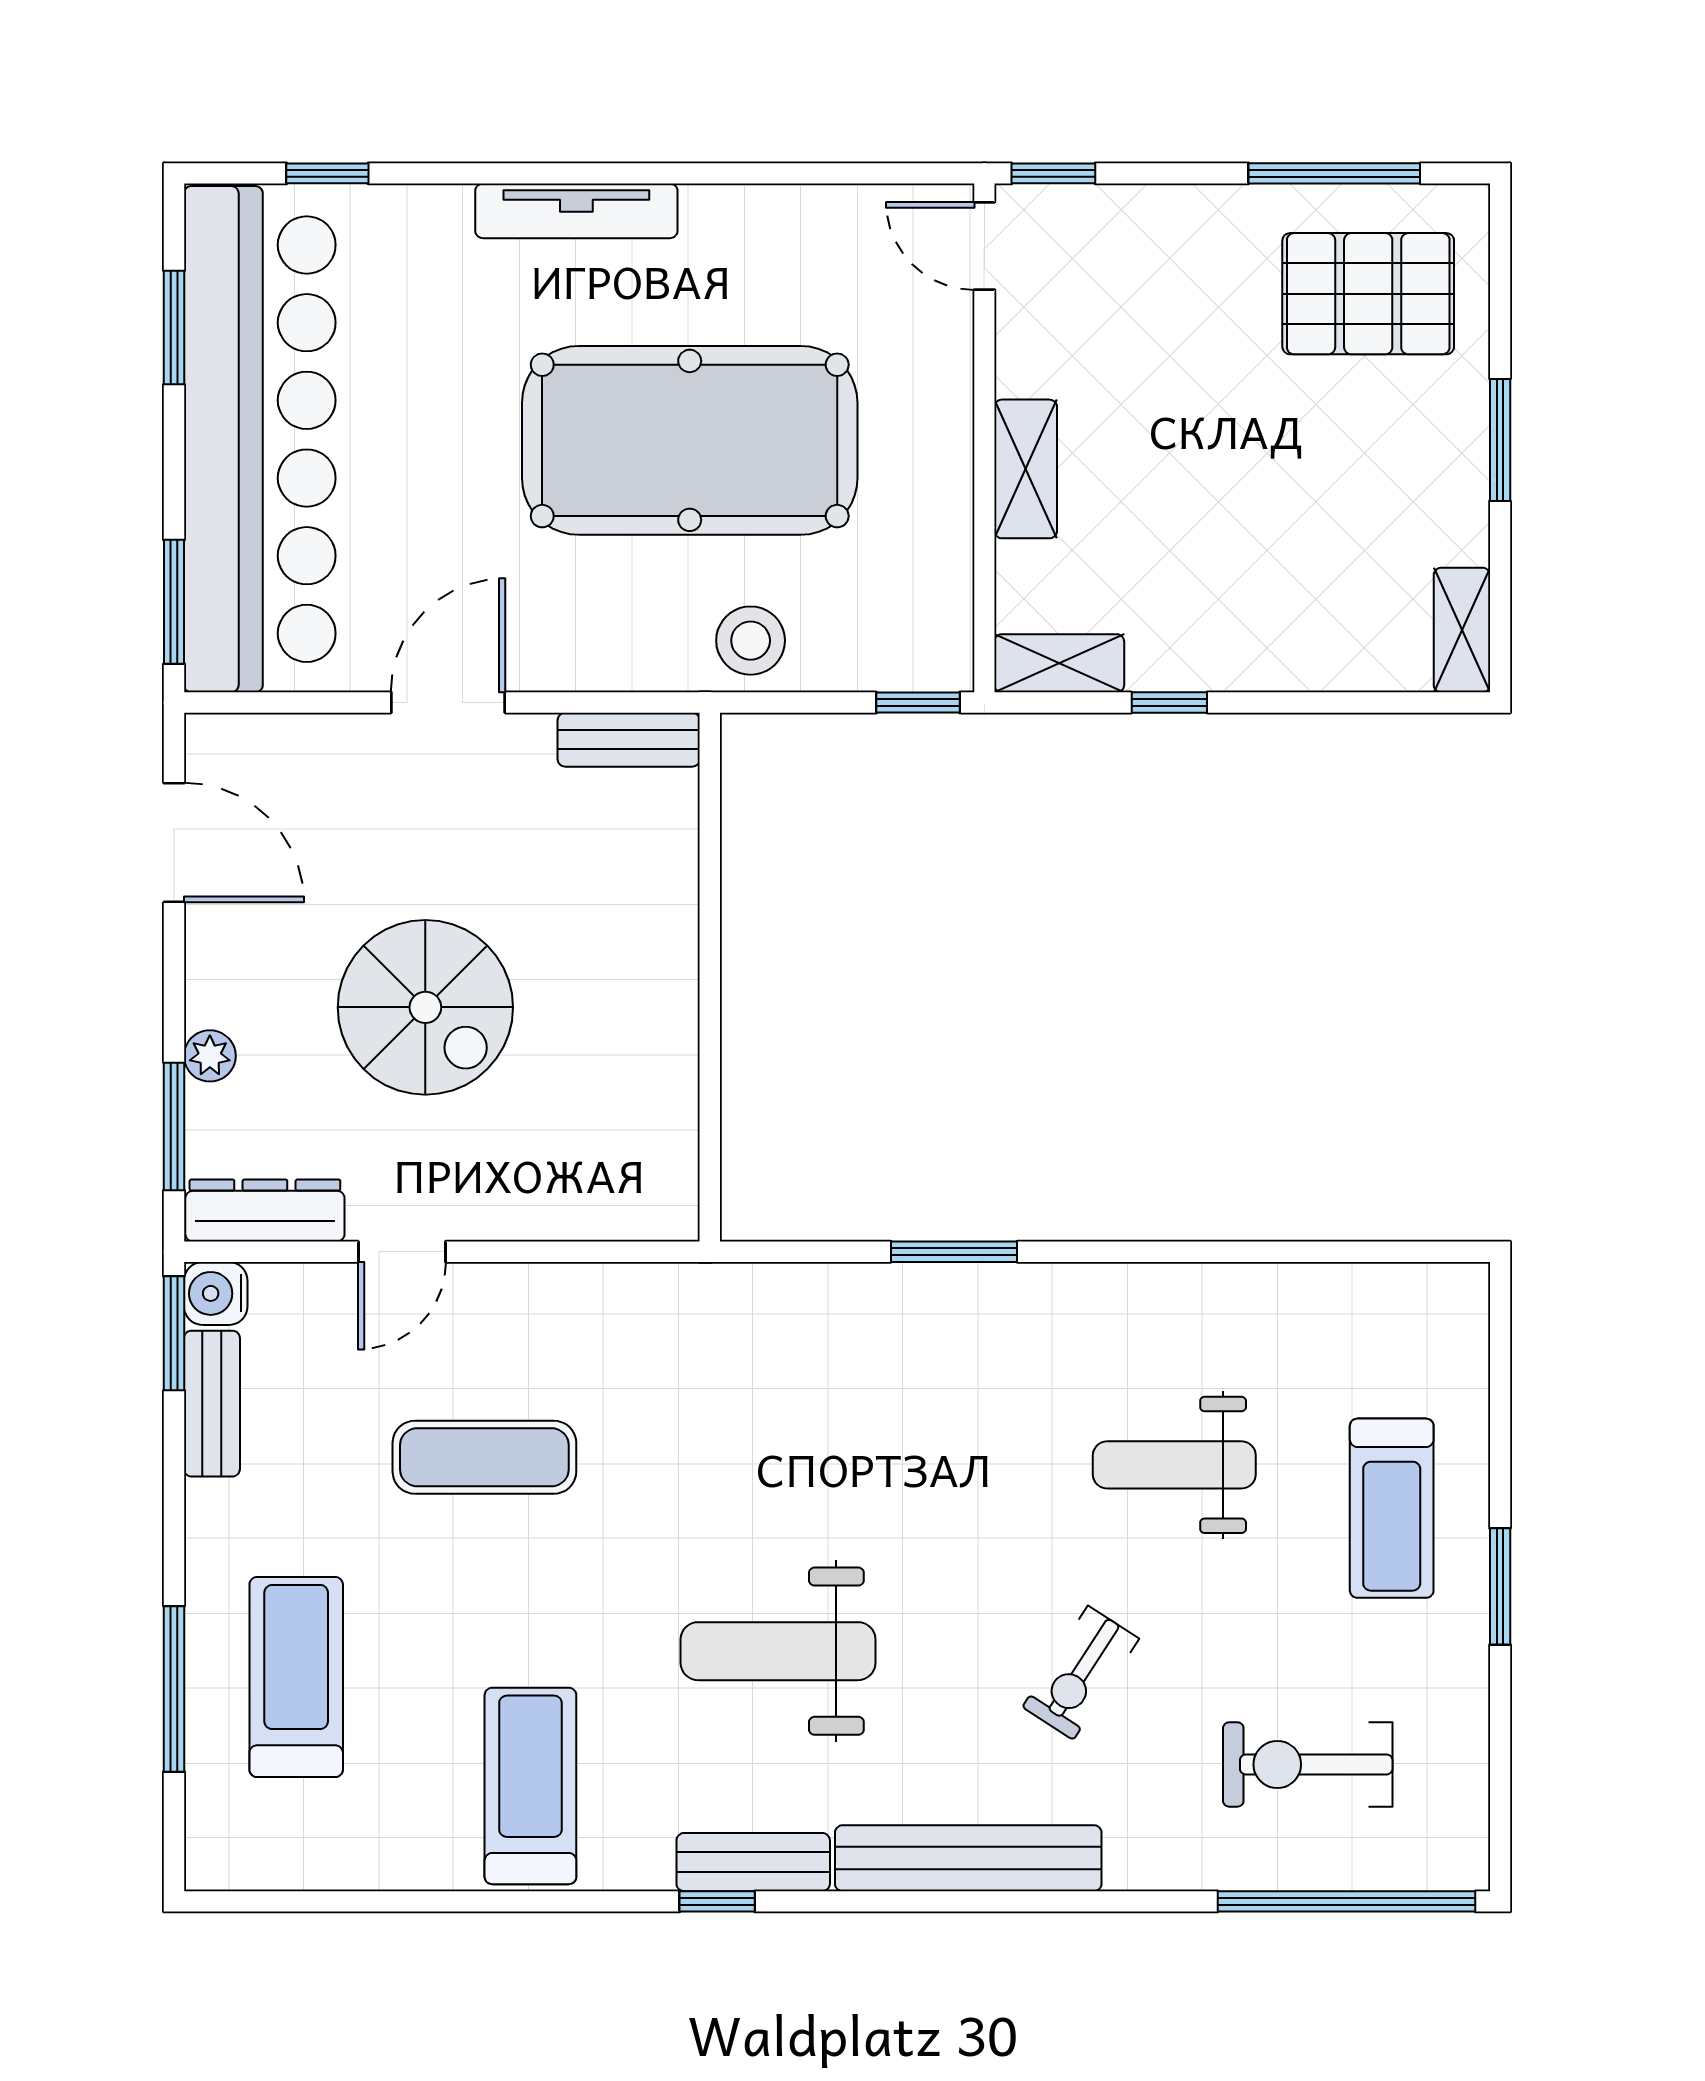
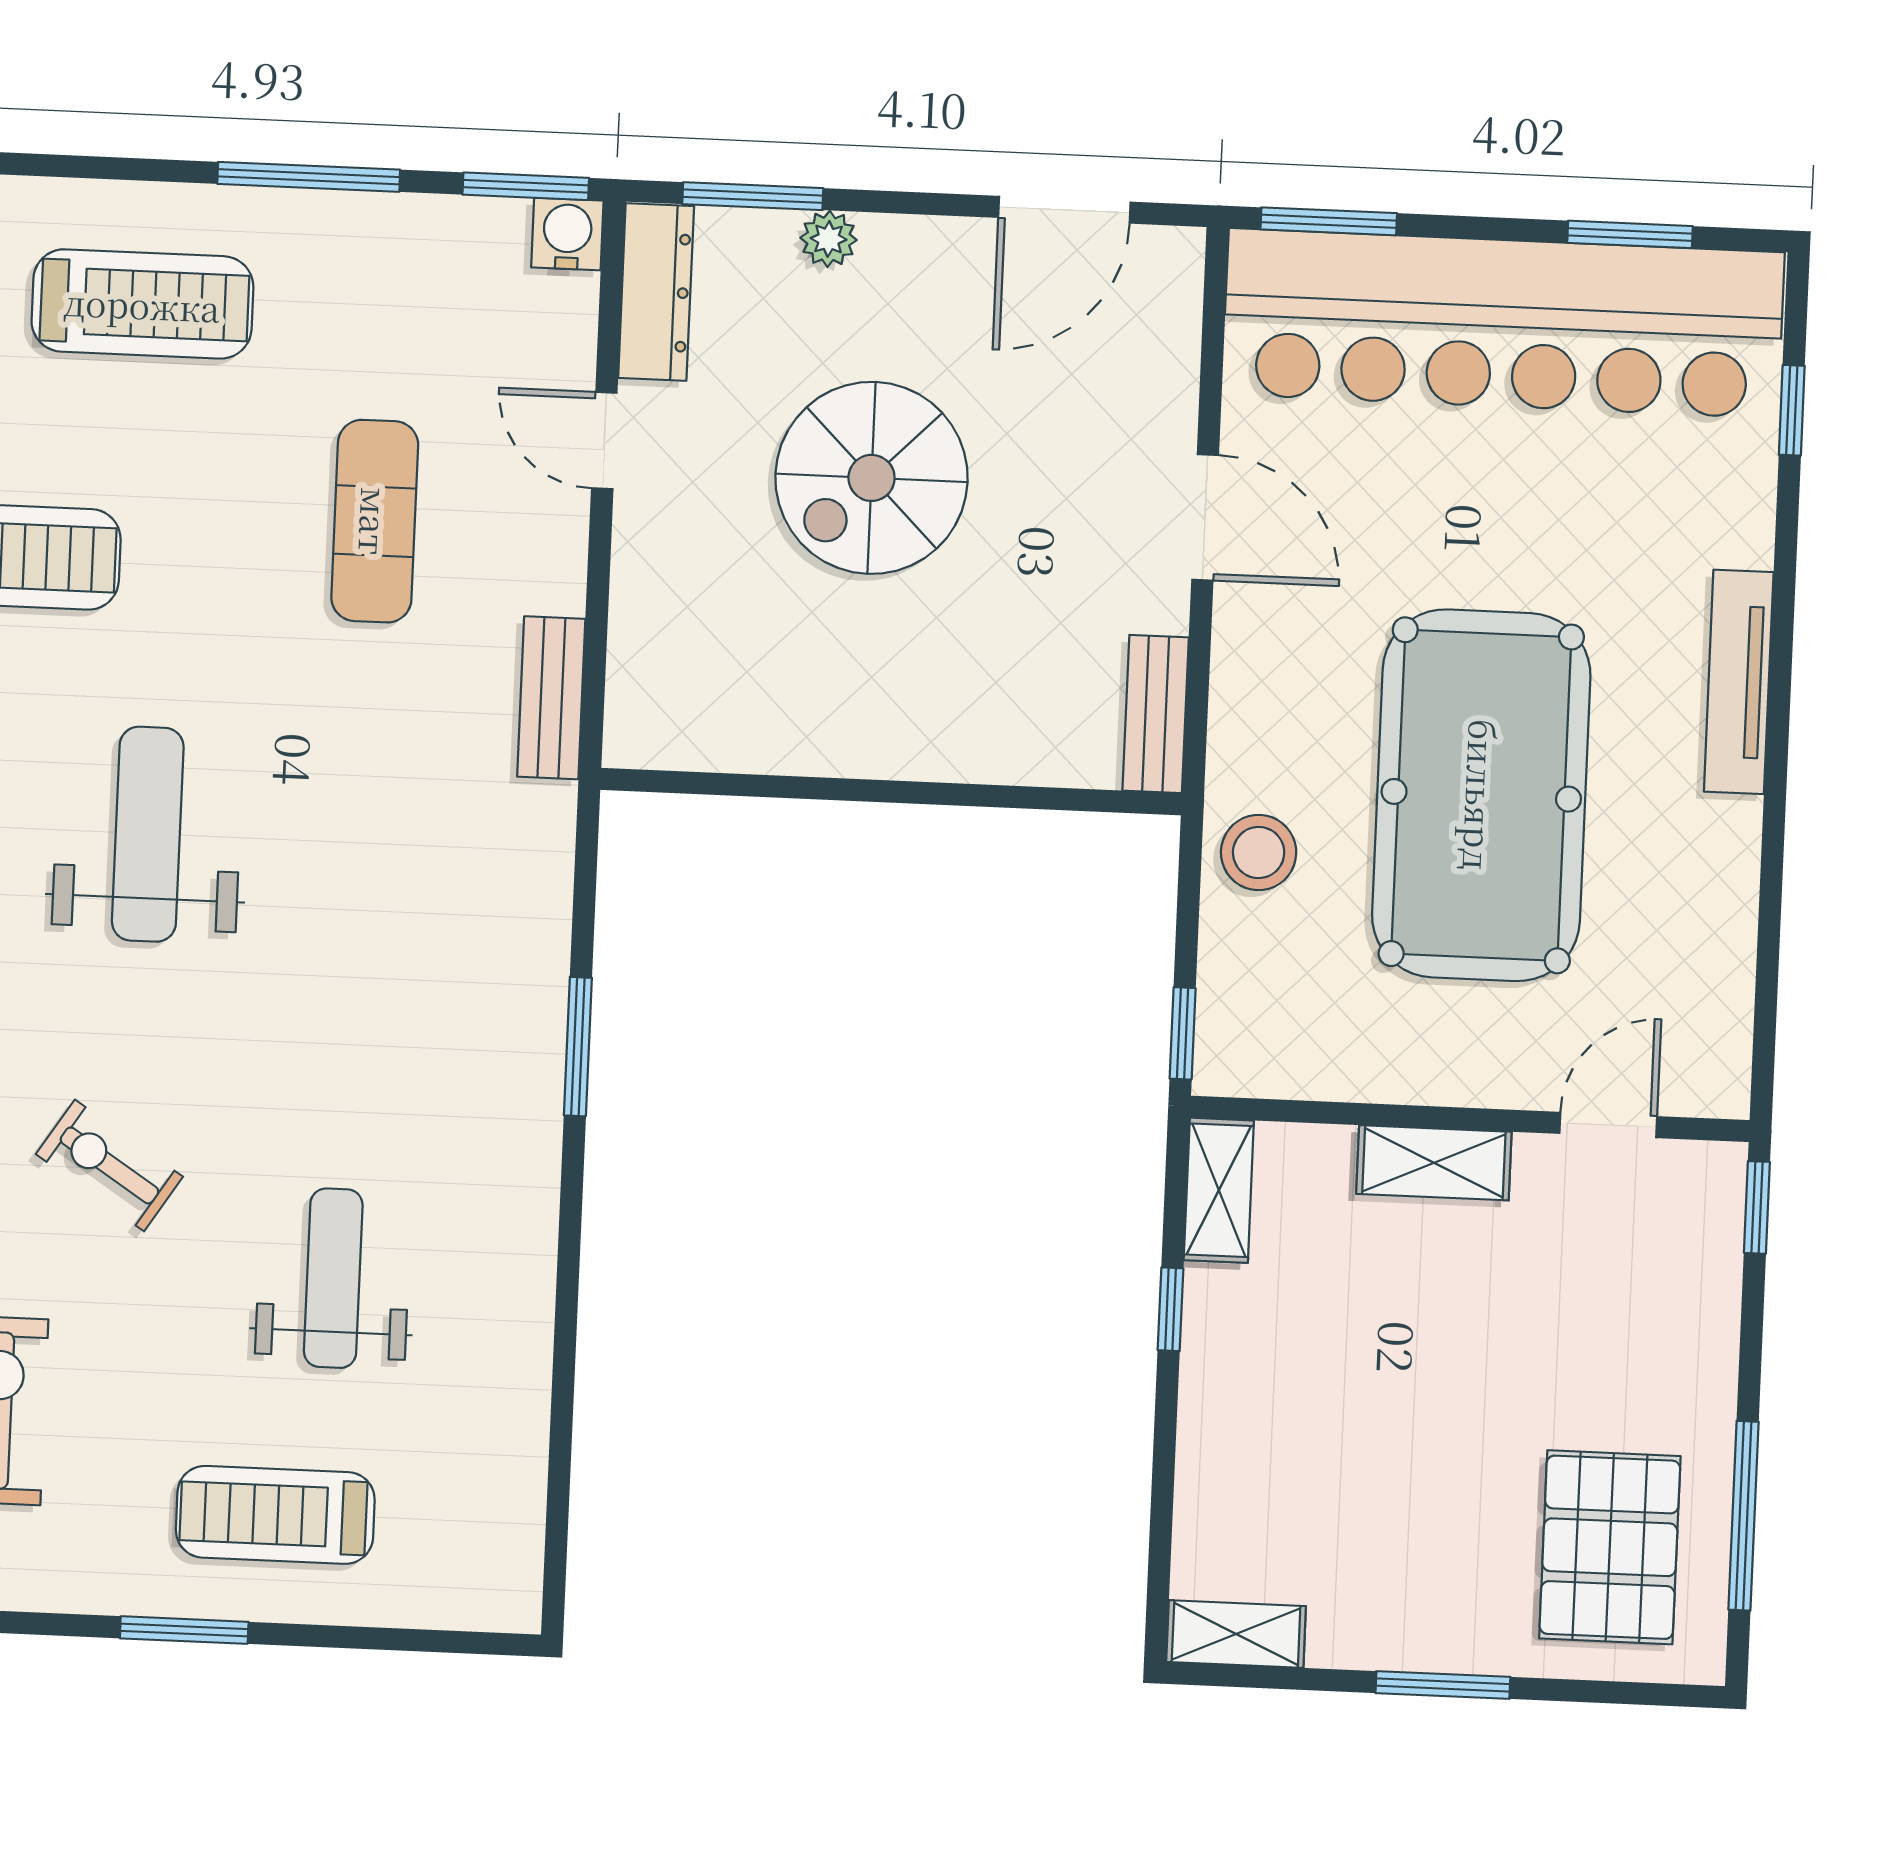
door: (984, 246) -> (1608, 1125), moved
bench: (212, 1404) -> (551, 698), moved, turned 90
window: (174, 1689) -> (309, 177), moved

